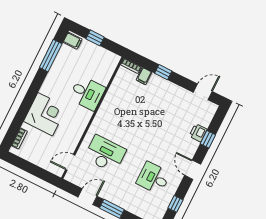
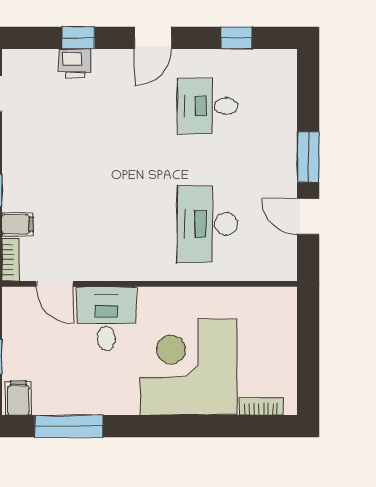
corner desk: (45, 114) -> (189, 367), width x1.36, depth x1.36
door: (70, 162) -> (55, 284), moved
desk: (153, 178) -> (207, 106), turned 90

